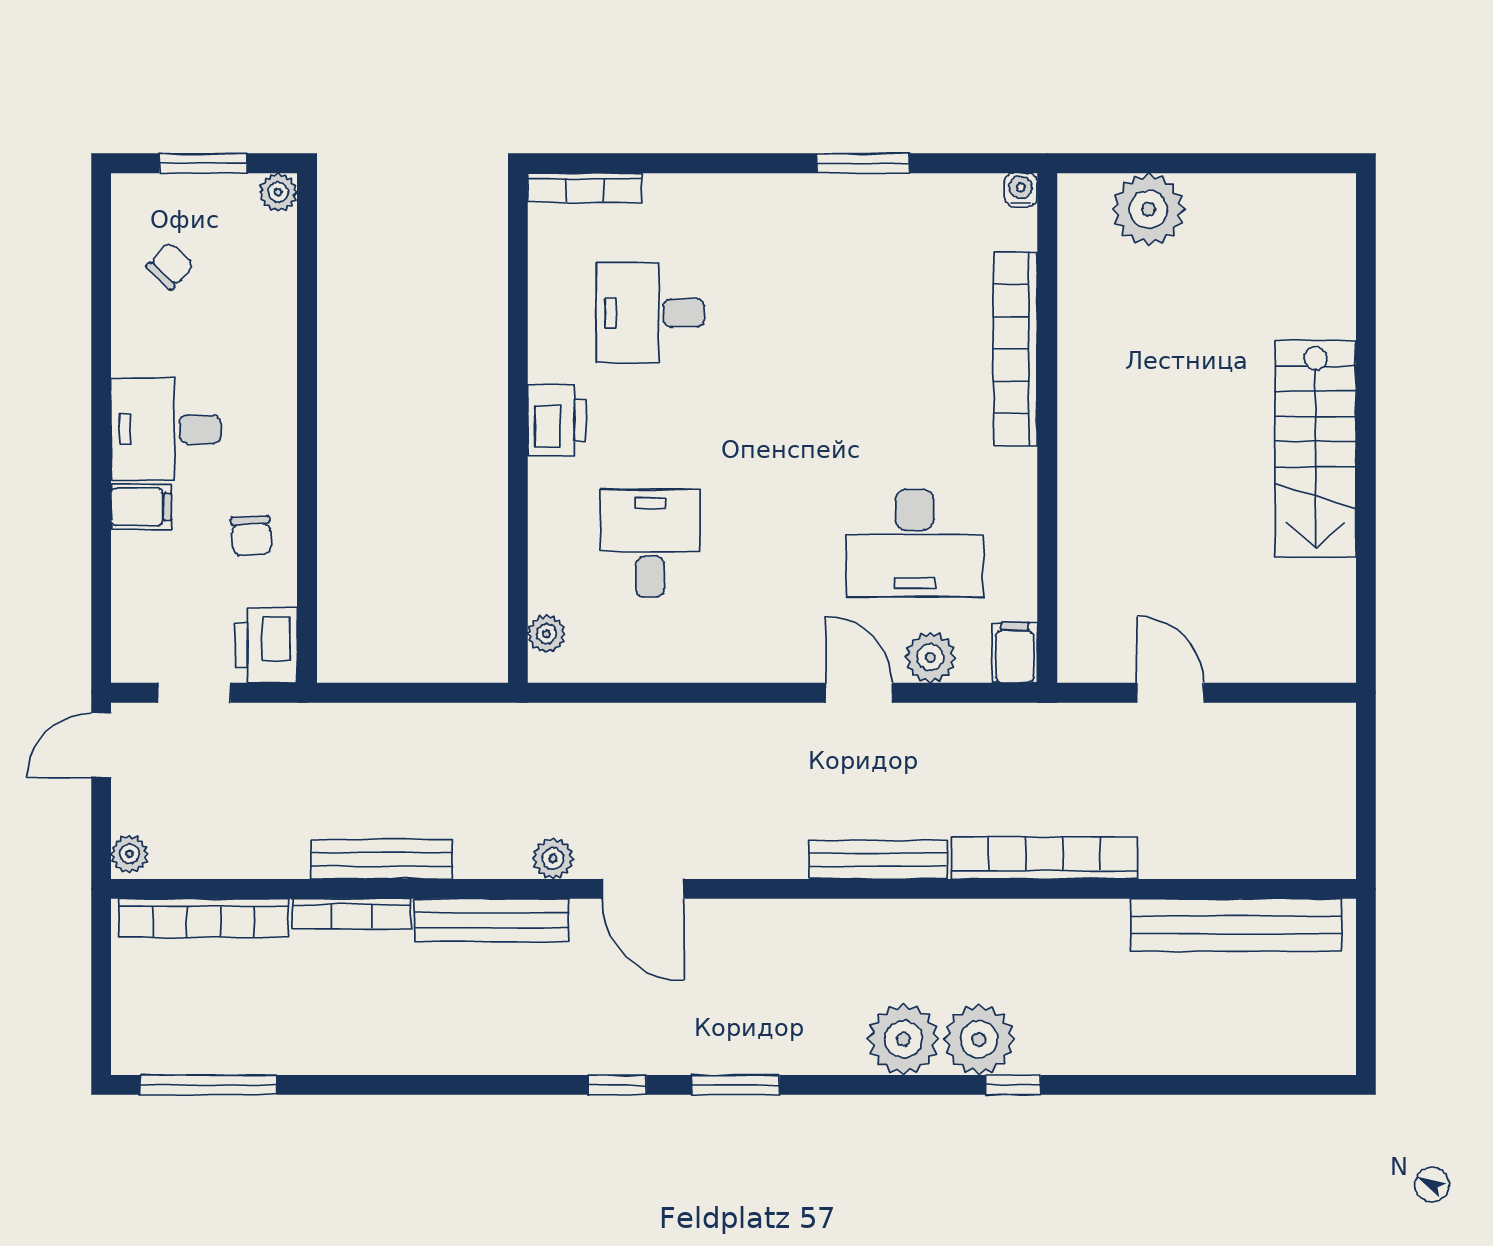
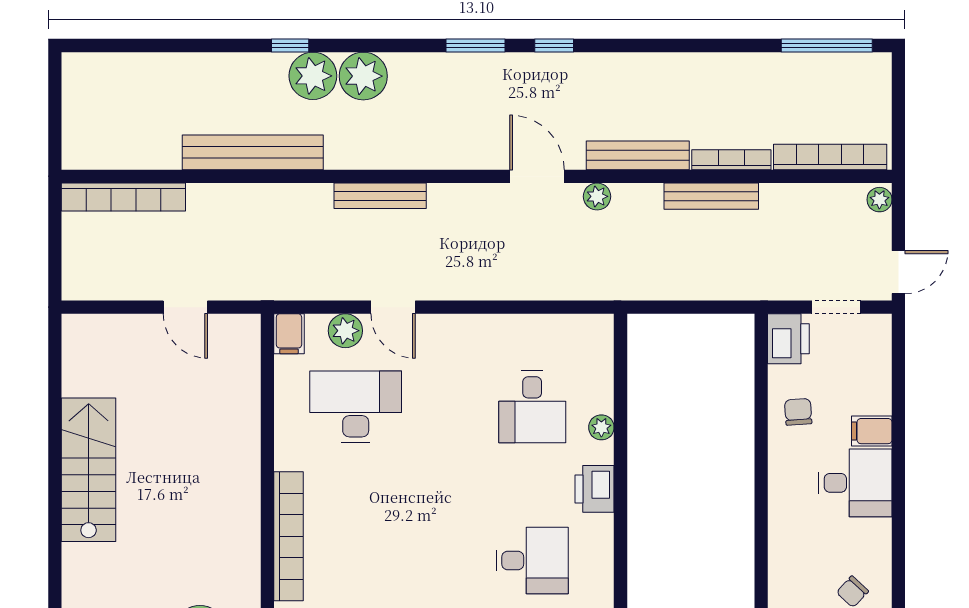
plant: (546, 634) -> (601, 427), moved
bookcase: (1044, 858) -> (123, 197), moved
bench: (1236, 925) -> (253, 152), moved

